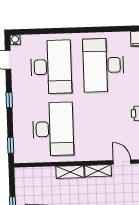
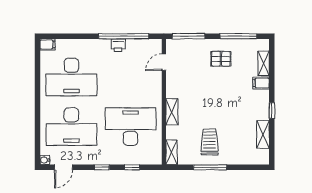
desk: (51, 67) -> (71, 127), turned 180
window: (11, 145) -> (132, 167), moved
shelving: (98, 171) -> (171, 152), moved

